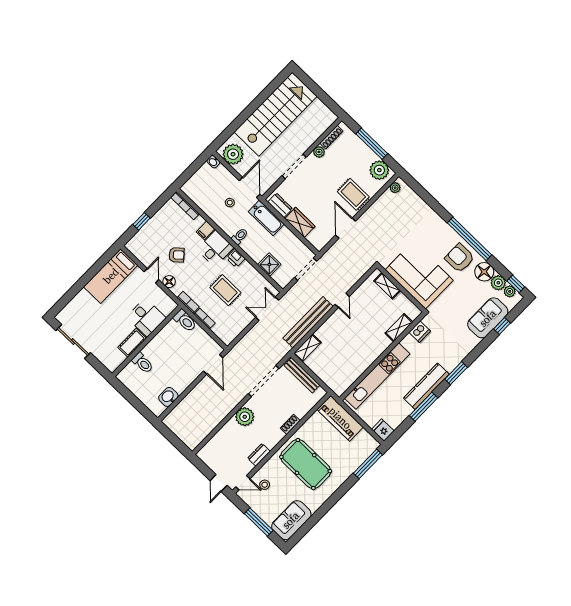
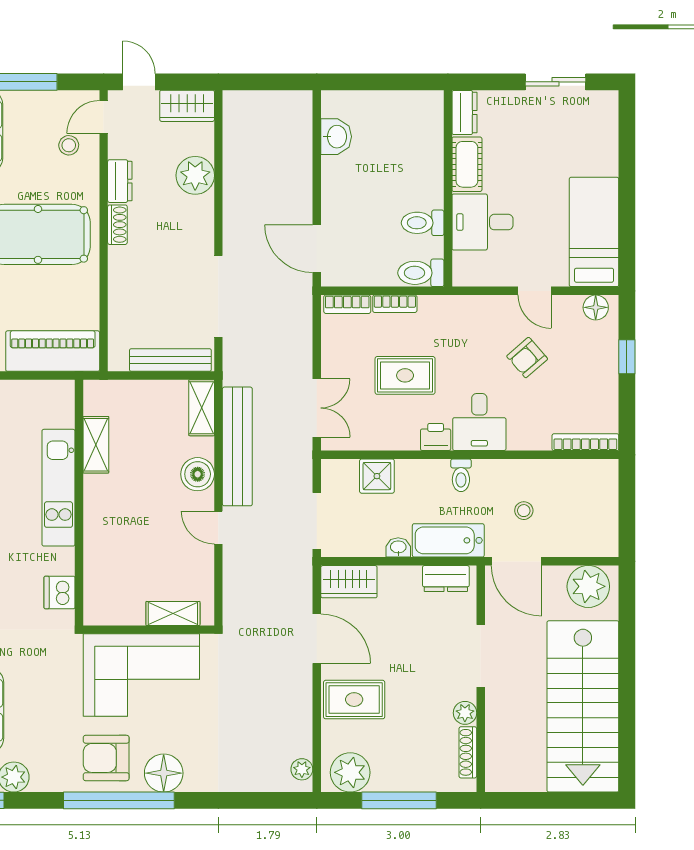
washbasin: (213, 162) -> (398, 547), moved
wardrobe: (300, 222) -> (349, 582), moved
filing cabinet: (206, 230) -> (520, 435), removed
armchair: (460, 258) -> (106, 758), turned 180
floor lamp: (484, 272) -> (164, 773), moved
floor lamp: (169, 282) -> (596, 307), moved
bookcase: (188, 302) -> (347, 304), moved
boiler: (331, 326) -> (198, 474), added
shelving: (399, 328) -> (96, 445), moved
sliding door: (73, 342) -> (556, 82), width x0.73
dresser: (115, 362) -> (464, 113), added
toilet: (143, 363) -> (423, 223), moved
kitchen unit: (377, 376) -> (58, 488), width x0.73
plant: (245, 417) -> (195, 175), moved
shoe rack: (290, 424) -> (117, 225), moved
wardrobe: (210, 458) -> (187, 106), added

